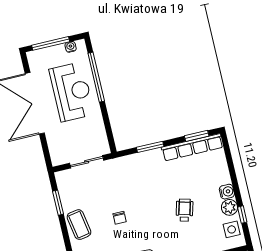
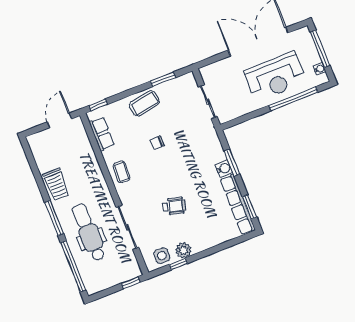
water cooler: (227, 192) -> (224, 169), moved, turned -90

